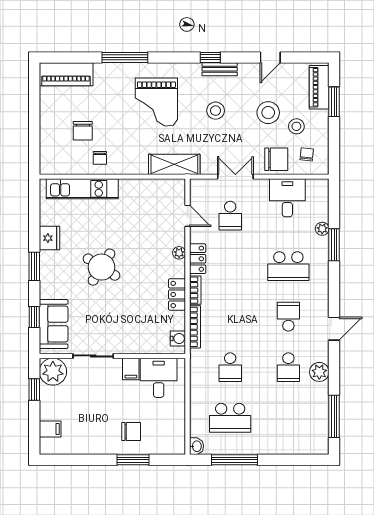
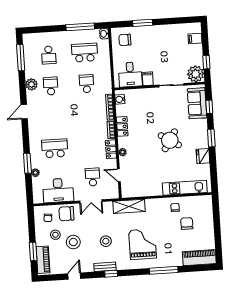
desk: (287, 198) -> (58, 190), width x1.37
school desk: (288, 317) -> (49, 55), moved
chair: (131, 432) -> (125, 40), moved

